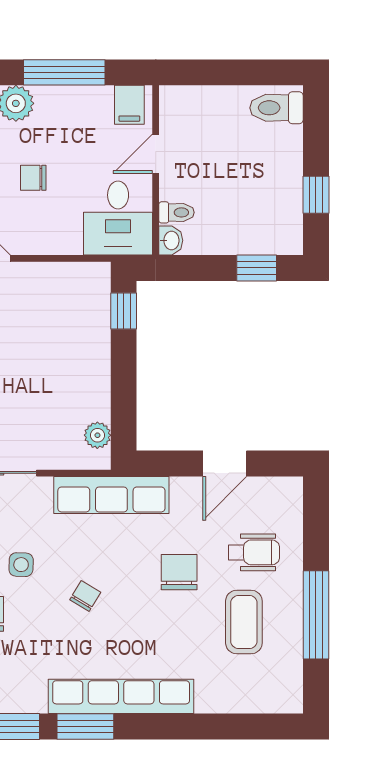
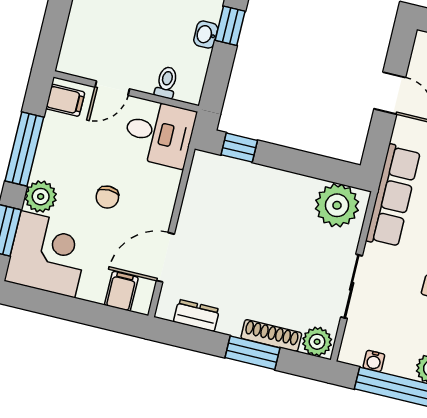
door: (156, 154) -> (112, 88), hinge flipped
washbasin: (171, 240) -> (206, 35), moved, turned -90
plant: (97, 435) -> (337, 205), width x1.88, depth x1.88

